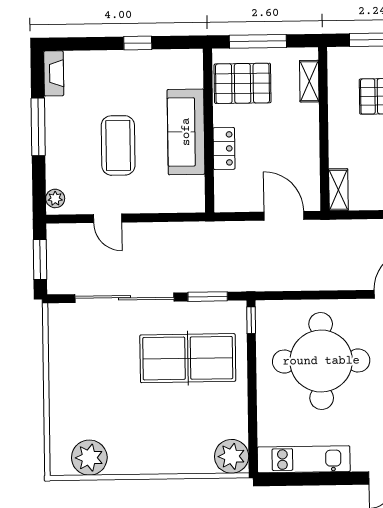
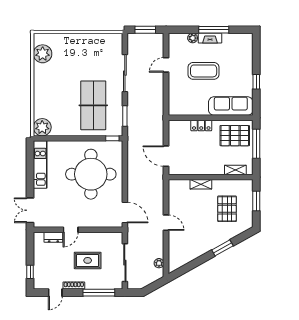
fireplace: (54, 73) -> (210, 38), moved
pallet: (243, 83) -> (235, 136), turned 90
sofa: (186, 132) -> (231, 106), moved
shelving: (338, 190) -> (201, 184), moved
plant: (55, 198) -> (193, 38), moved
door: (284, 216) -> (166, 156), swing flipped
sliding door: (125, 298) -> (125, 73), width x0.73

